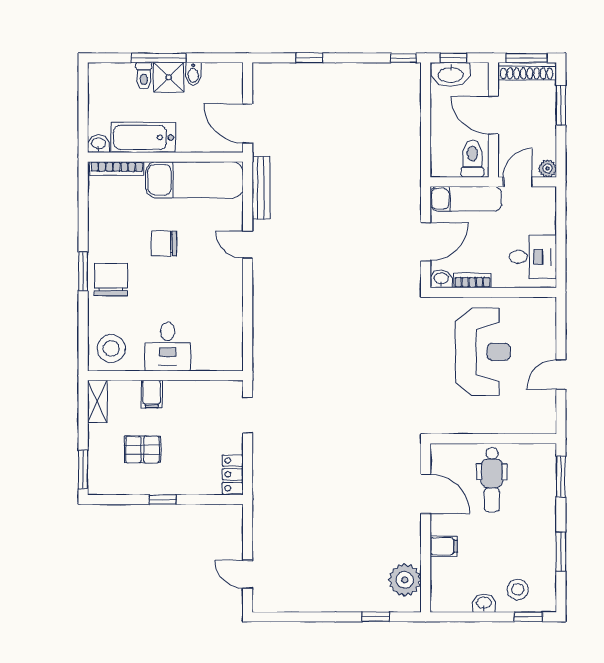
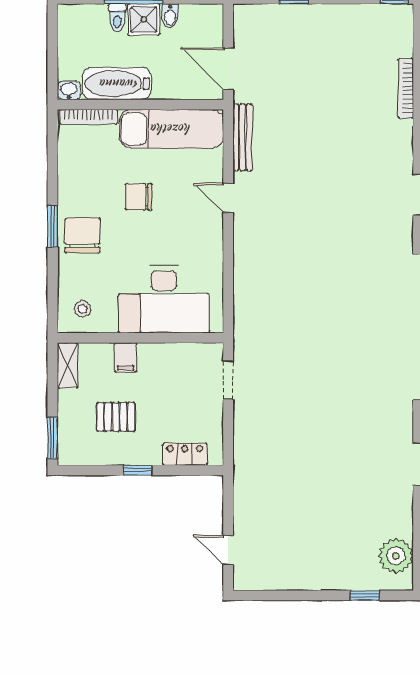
bookcase: (414, 142) -> (406, 88), added
desk: (168, 347) -> (164, 299), width x1.87, depth x1.30
stool: (111, 348) -> (83, 309), width x0.53, depth x0.53
locker: (233, 474) -> (185, 454), moved, turned 90

